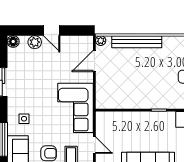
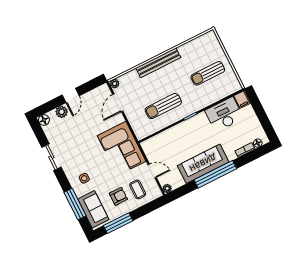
door: (52, 31) -> (71, 95), hinge flipped
bench: (137, 42) -> (158, 63), moved
sun lounger: (137, 87) -> (163, 106), added

